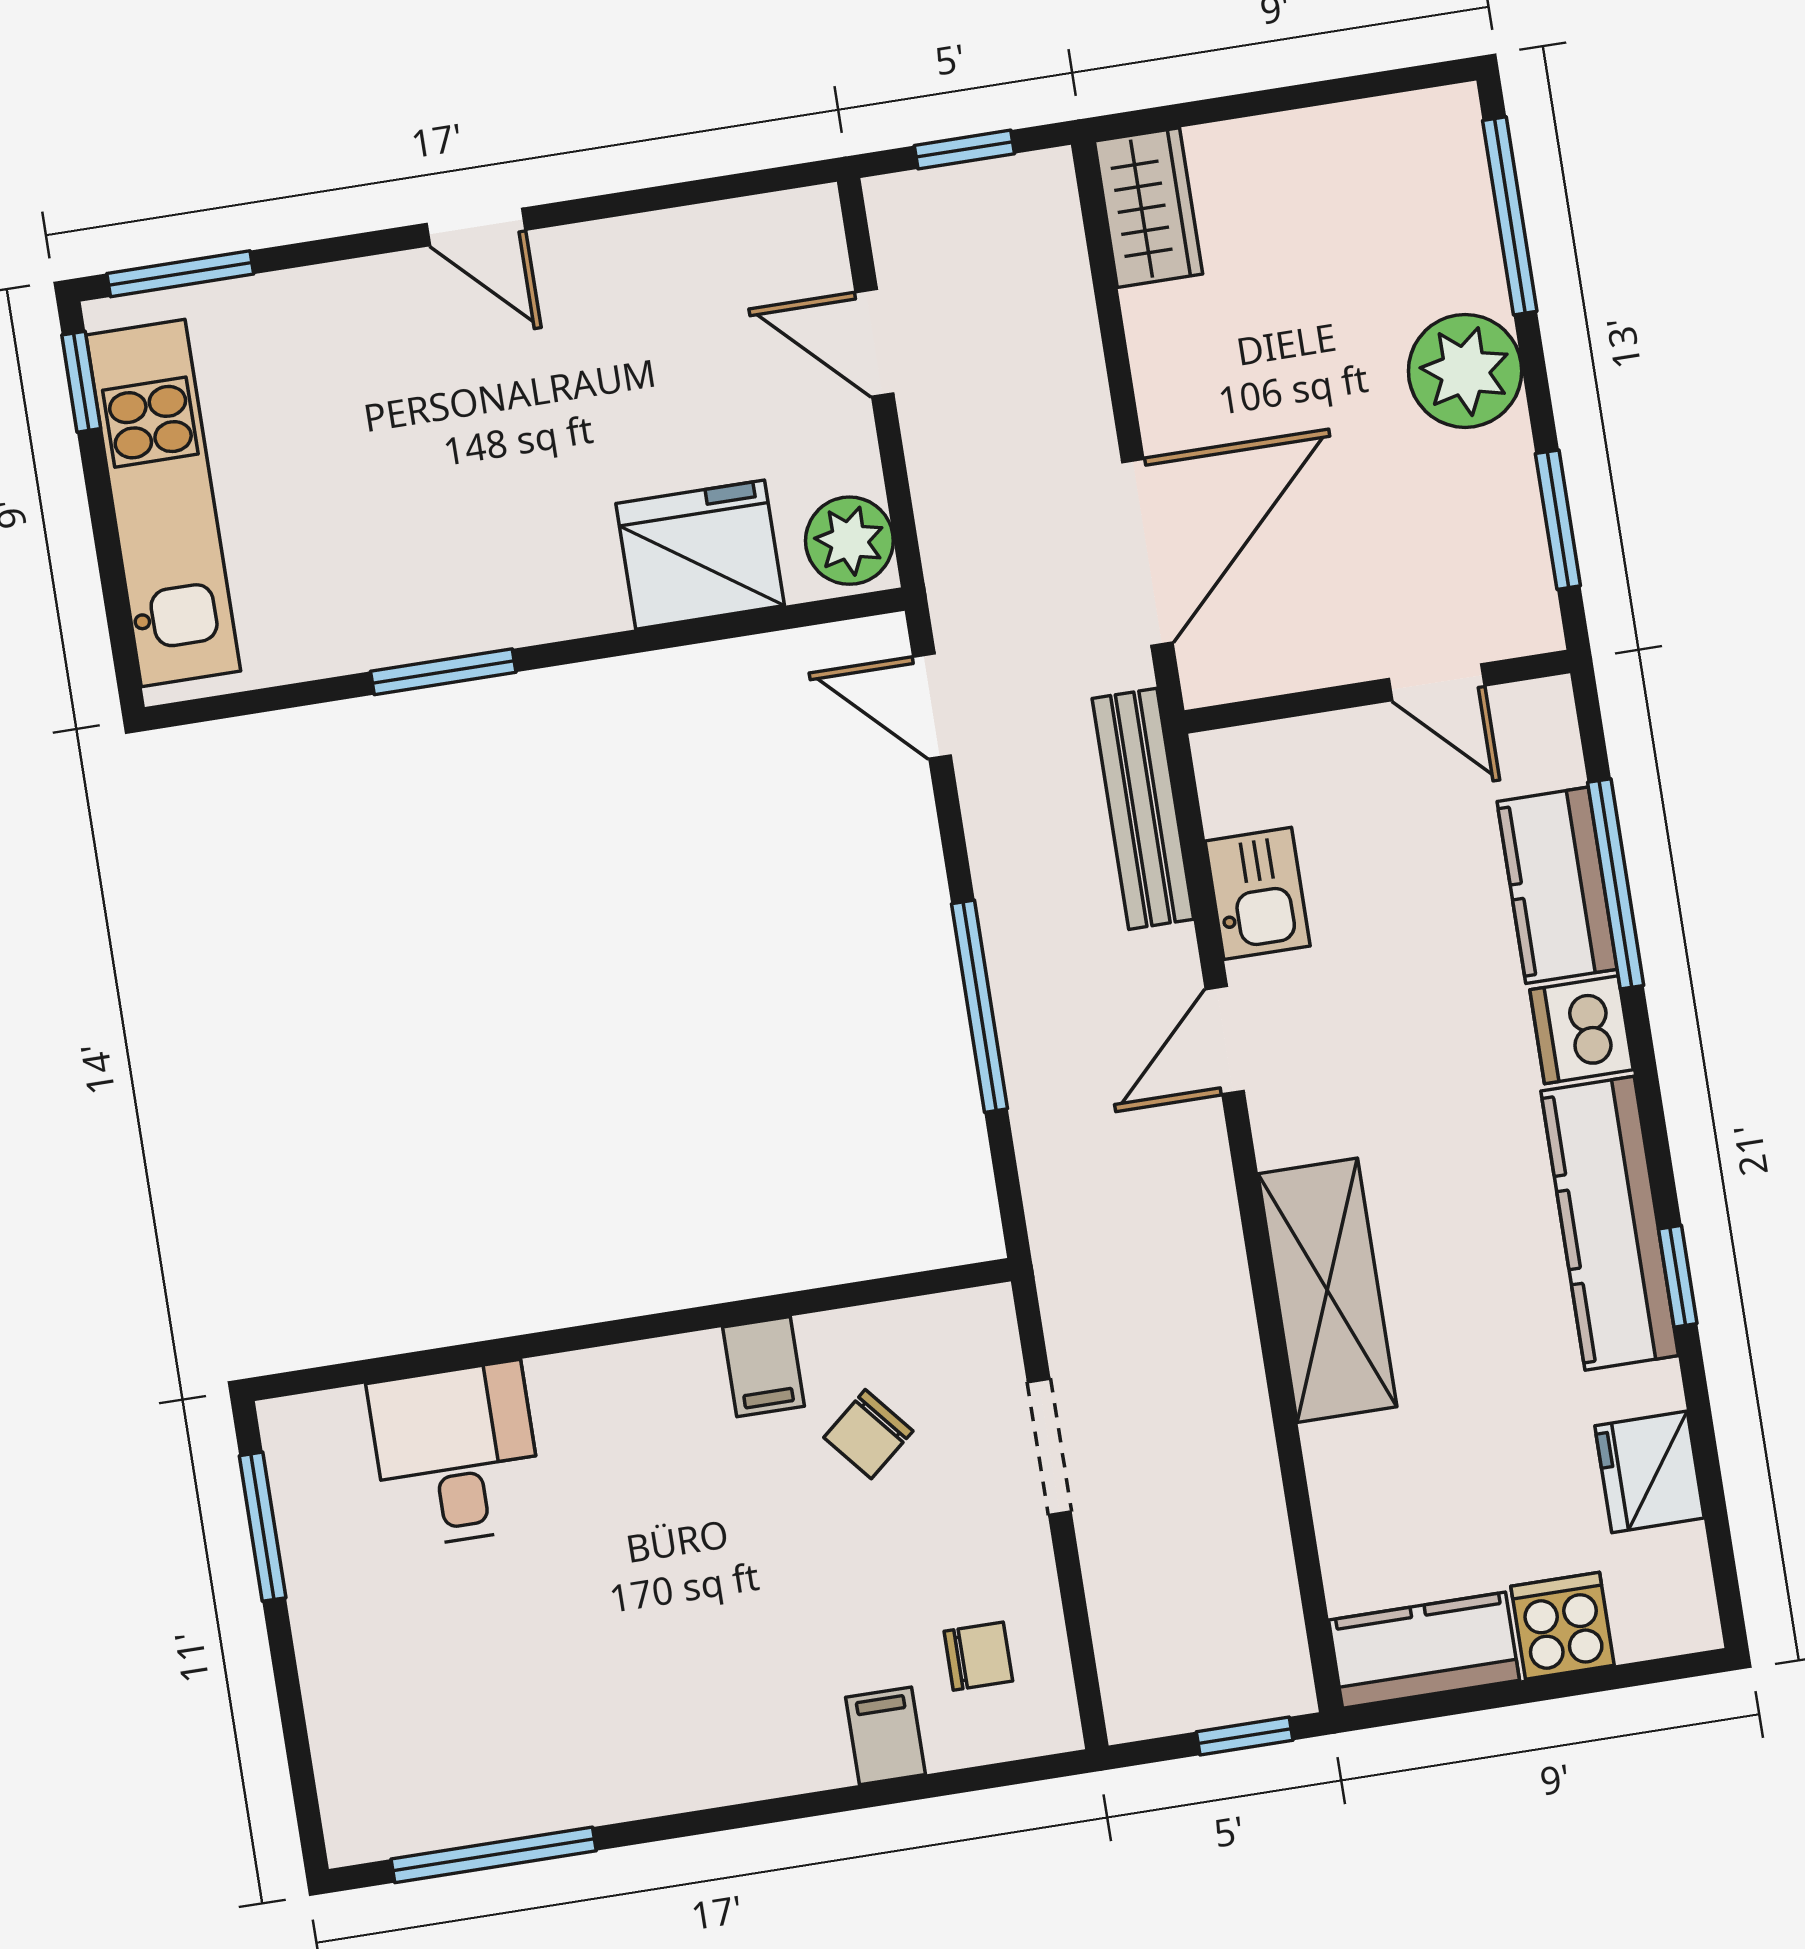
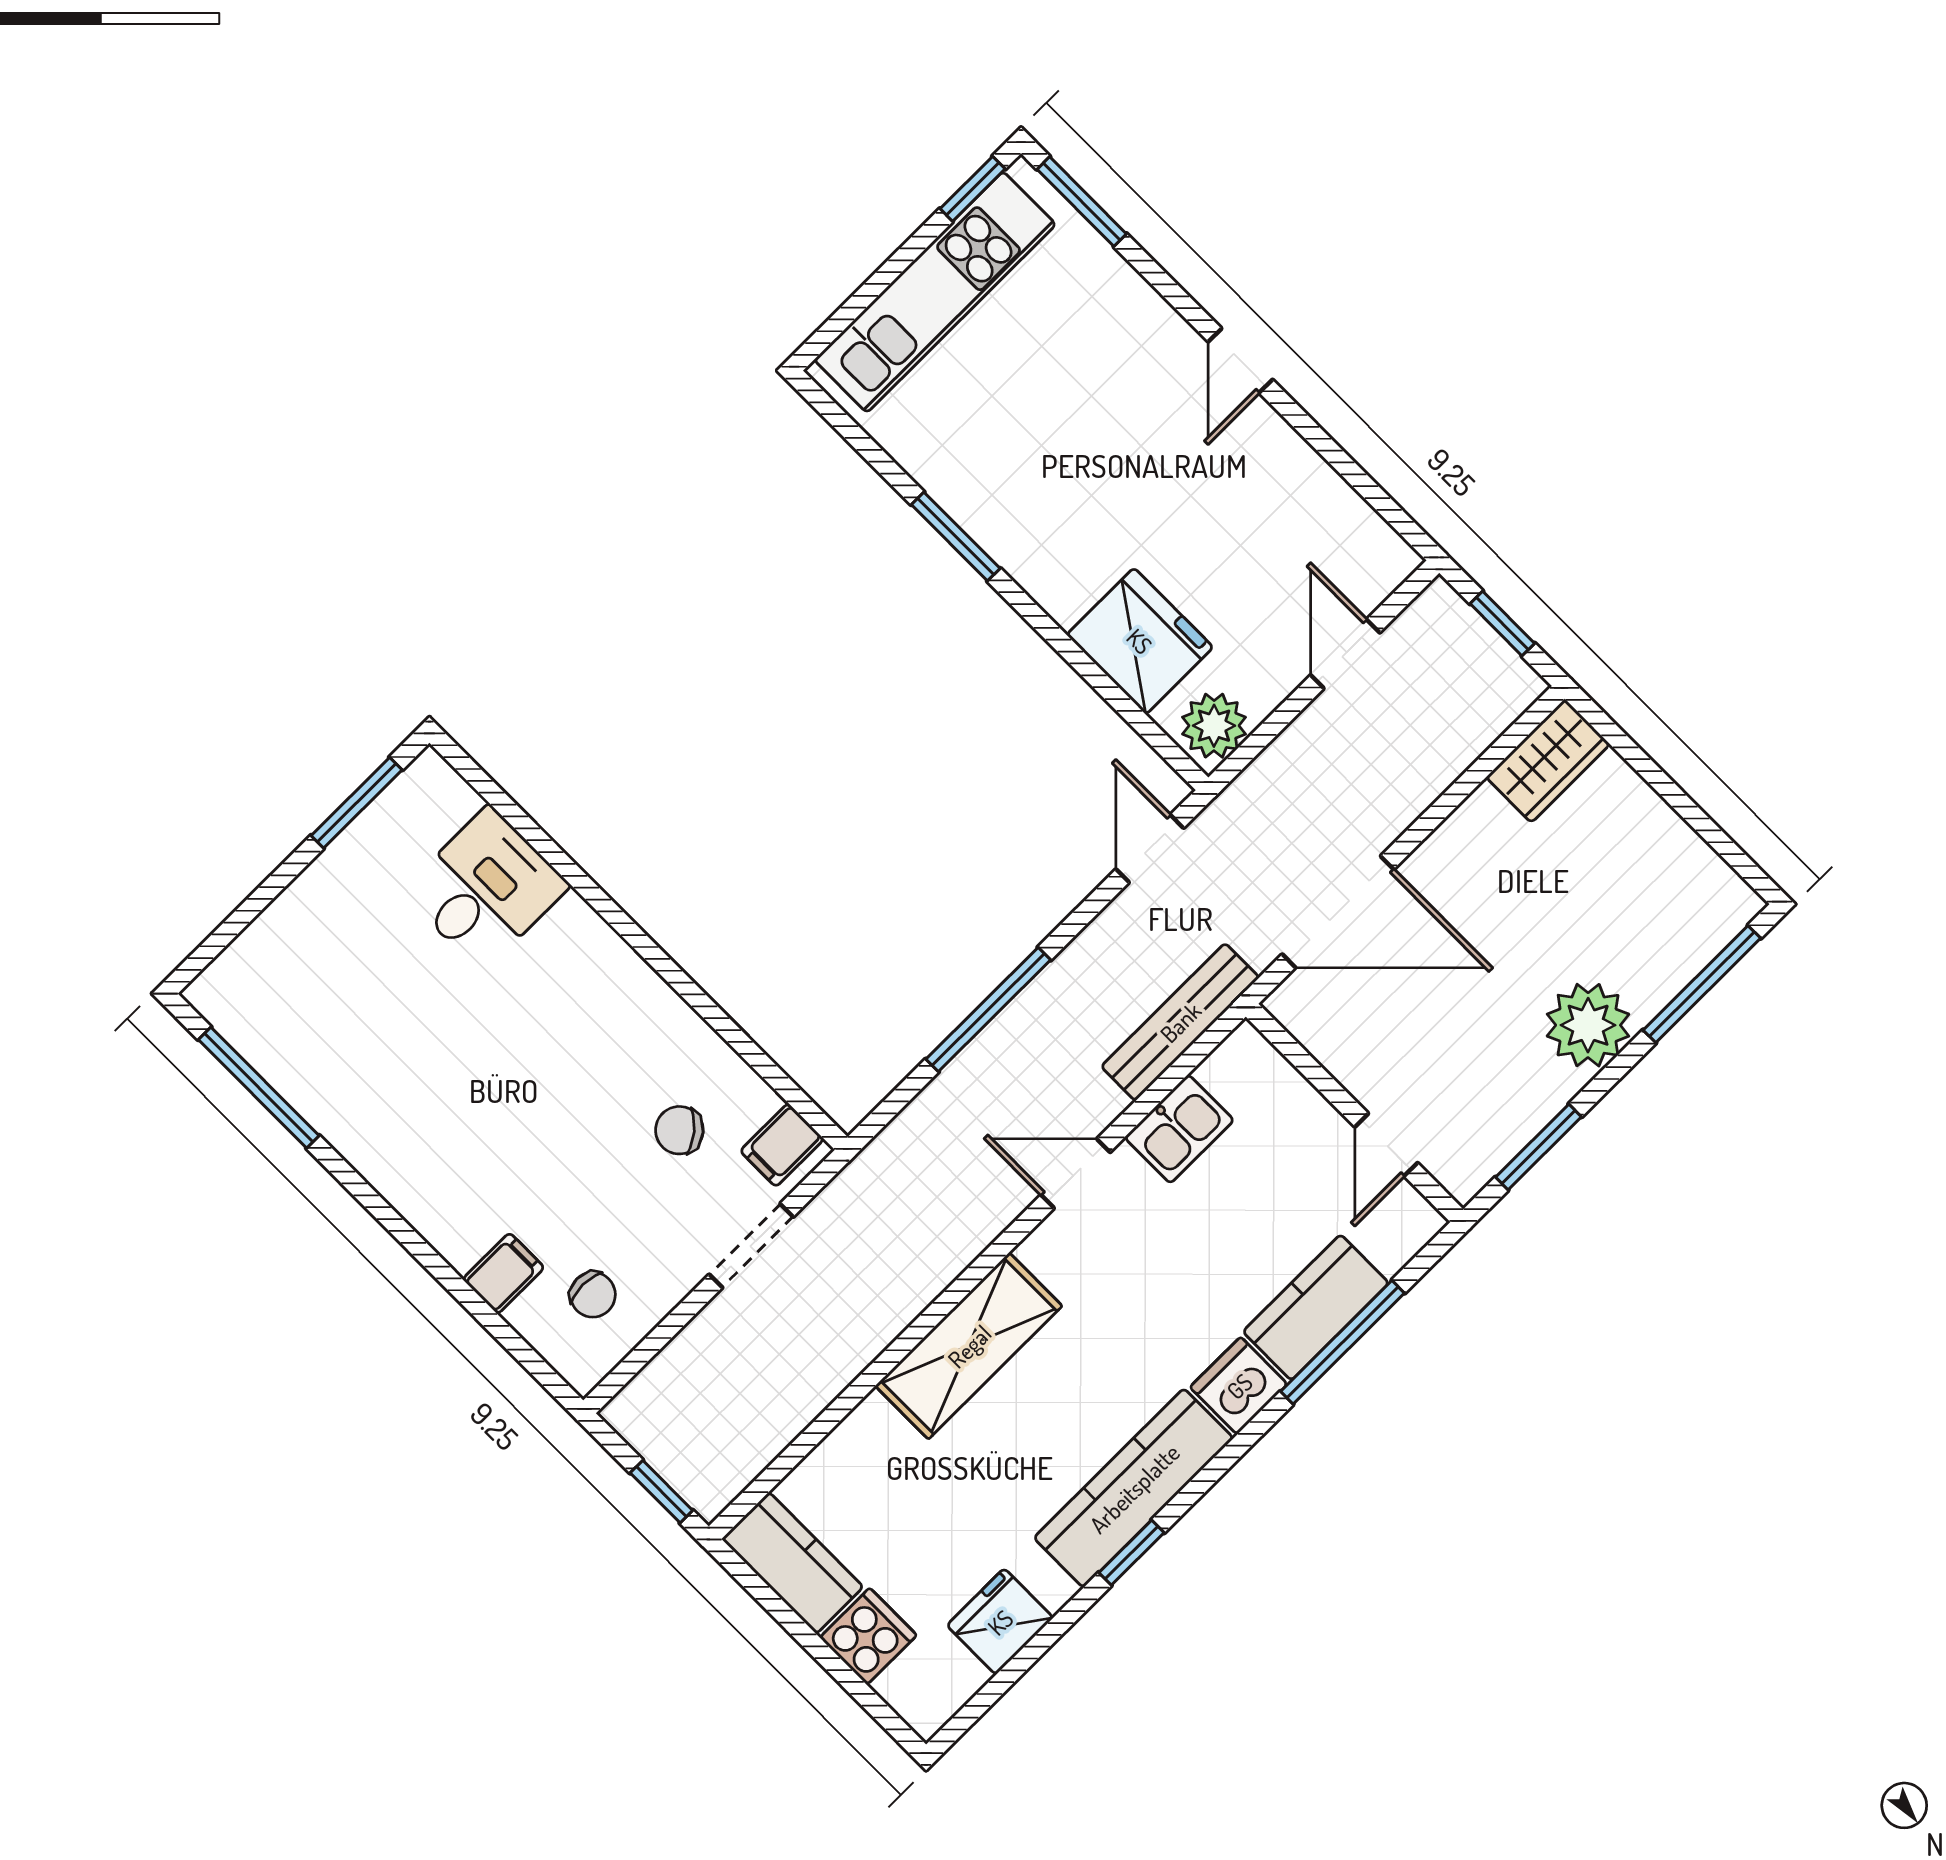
filing cabinet: (764, 1367) -> (782, 1145), moved

